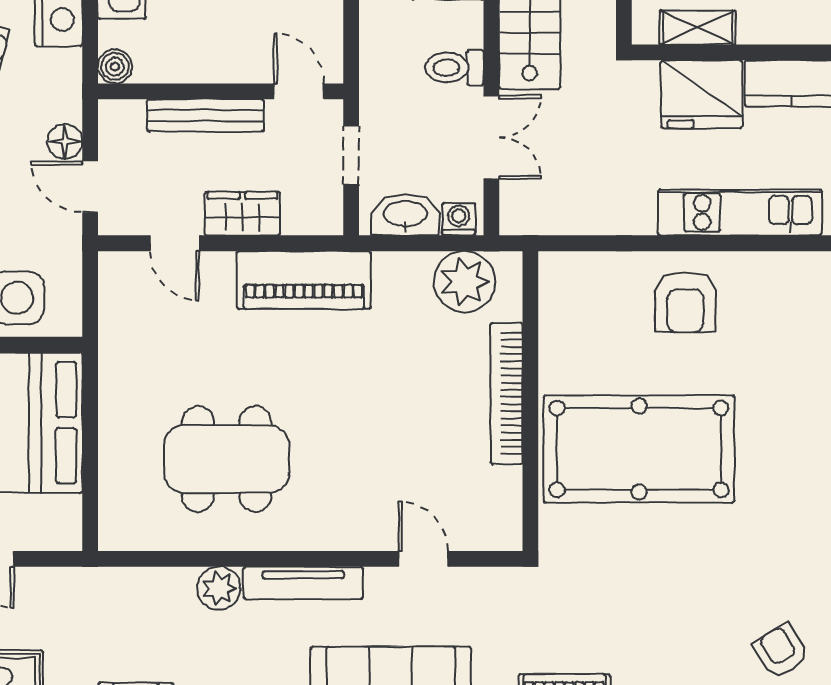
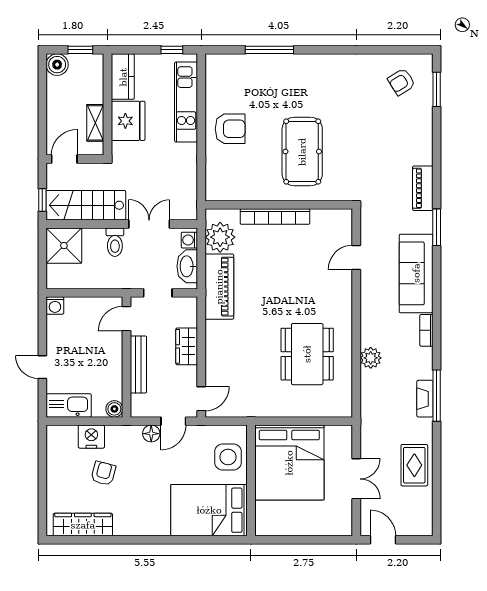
door: (175, 243) -> (201, 399), moved
piano: (304, 280) -> (219, 287), moved
pool table: (639, 449) -> (302, 152), width x0.73, depth x0.76
tv unit: (303, 583) -> (368, 316), removed

